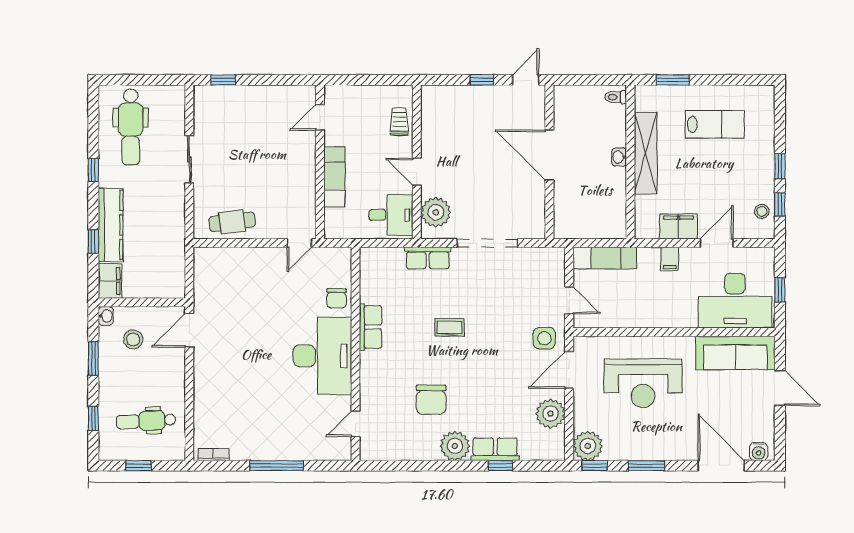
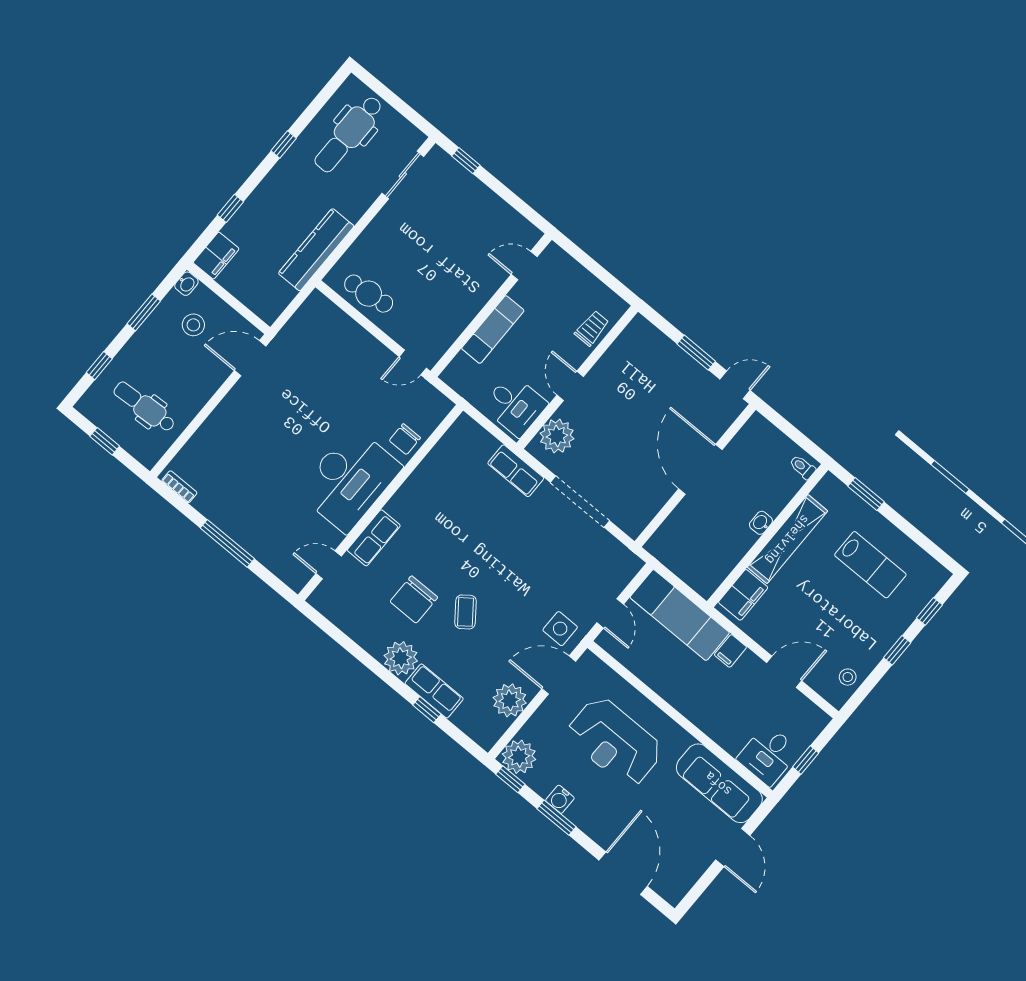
window: (482, 80) -> (696, 353), width x1.50
sliding door: (189, 159) -> (403, 175), moved
window: (780, 205) -> (929, 611), moved
kitchen counter: (111, 225) -> (316, 250), moved, turned 180
filing cabinet: (678, 226) -> (743, 595), moved, turned 90
exam couch: (605, 258) -> (680, 615), width x1.36, depth x1.45
desk: (735, 301) -> (768, 755), width x0.53, depth x0.77
row of seats: (371, 327) -> (374, 538), moved
coffee table: (450, 327) -> (465, 612), moved, turned 53
water cooler: (759, 451) -> (560, 799), moved

